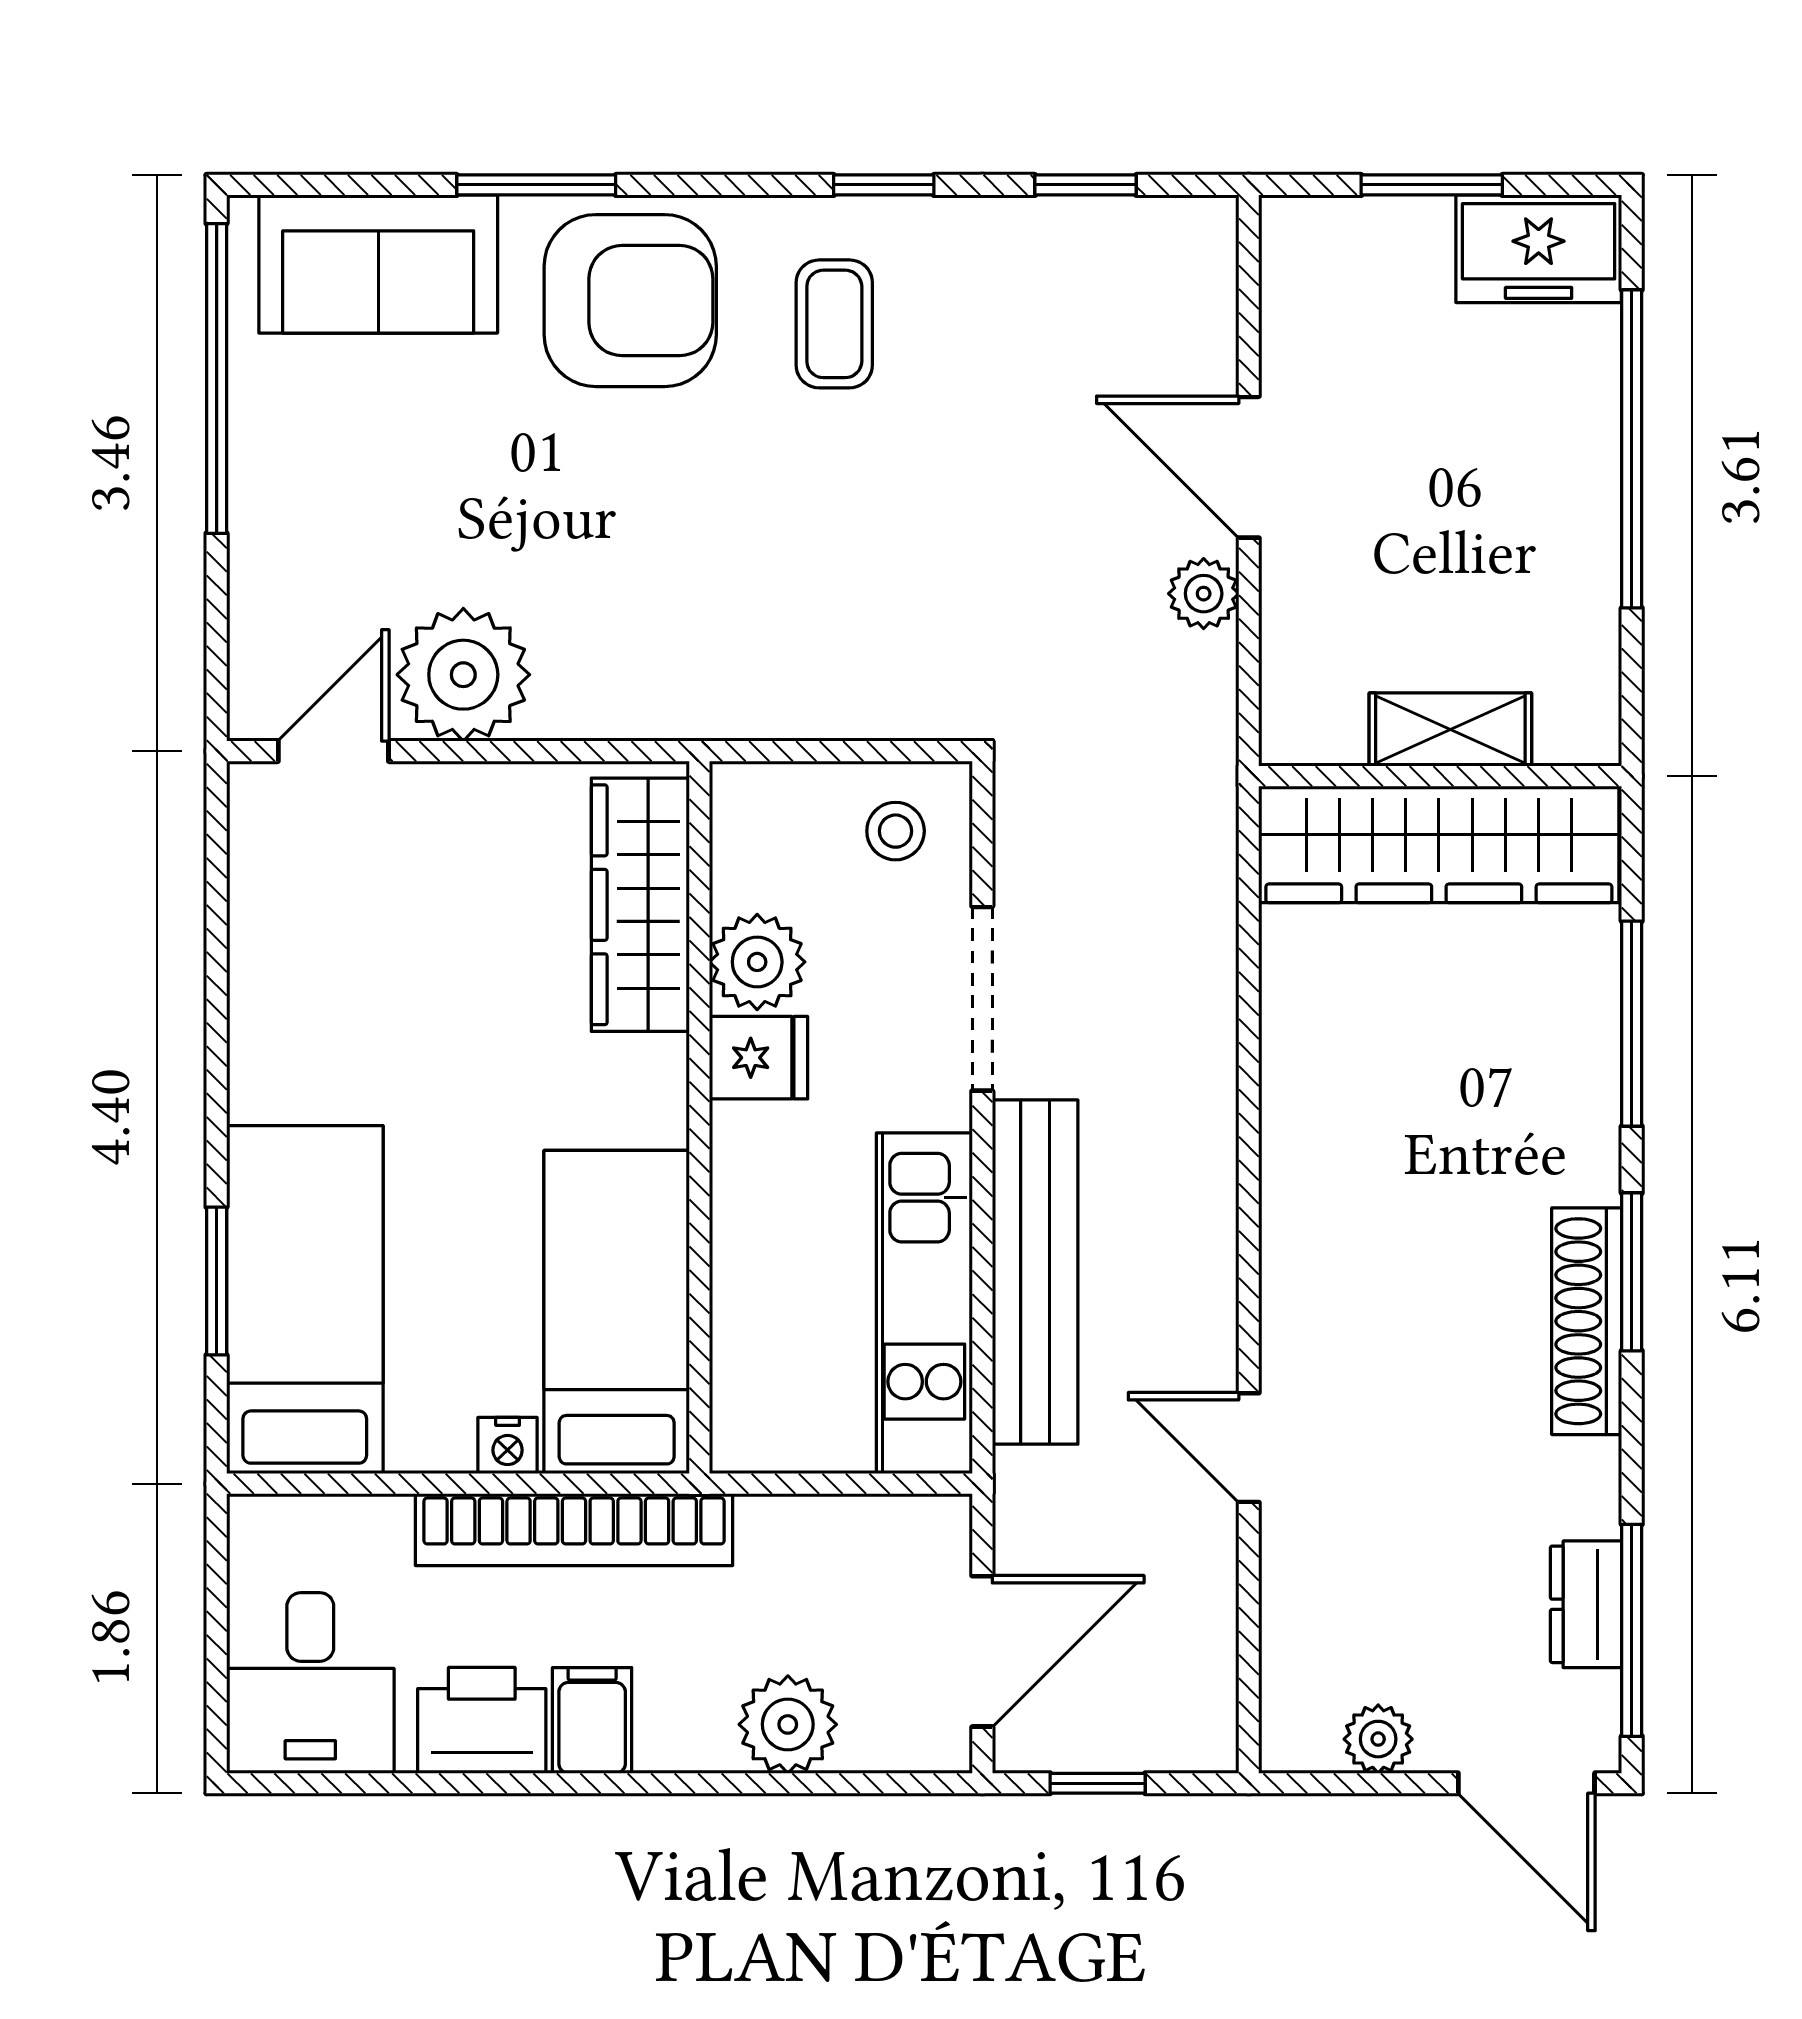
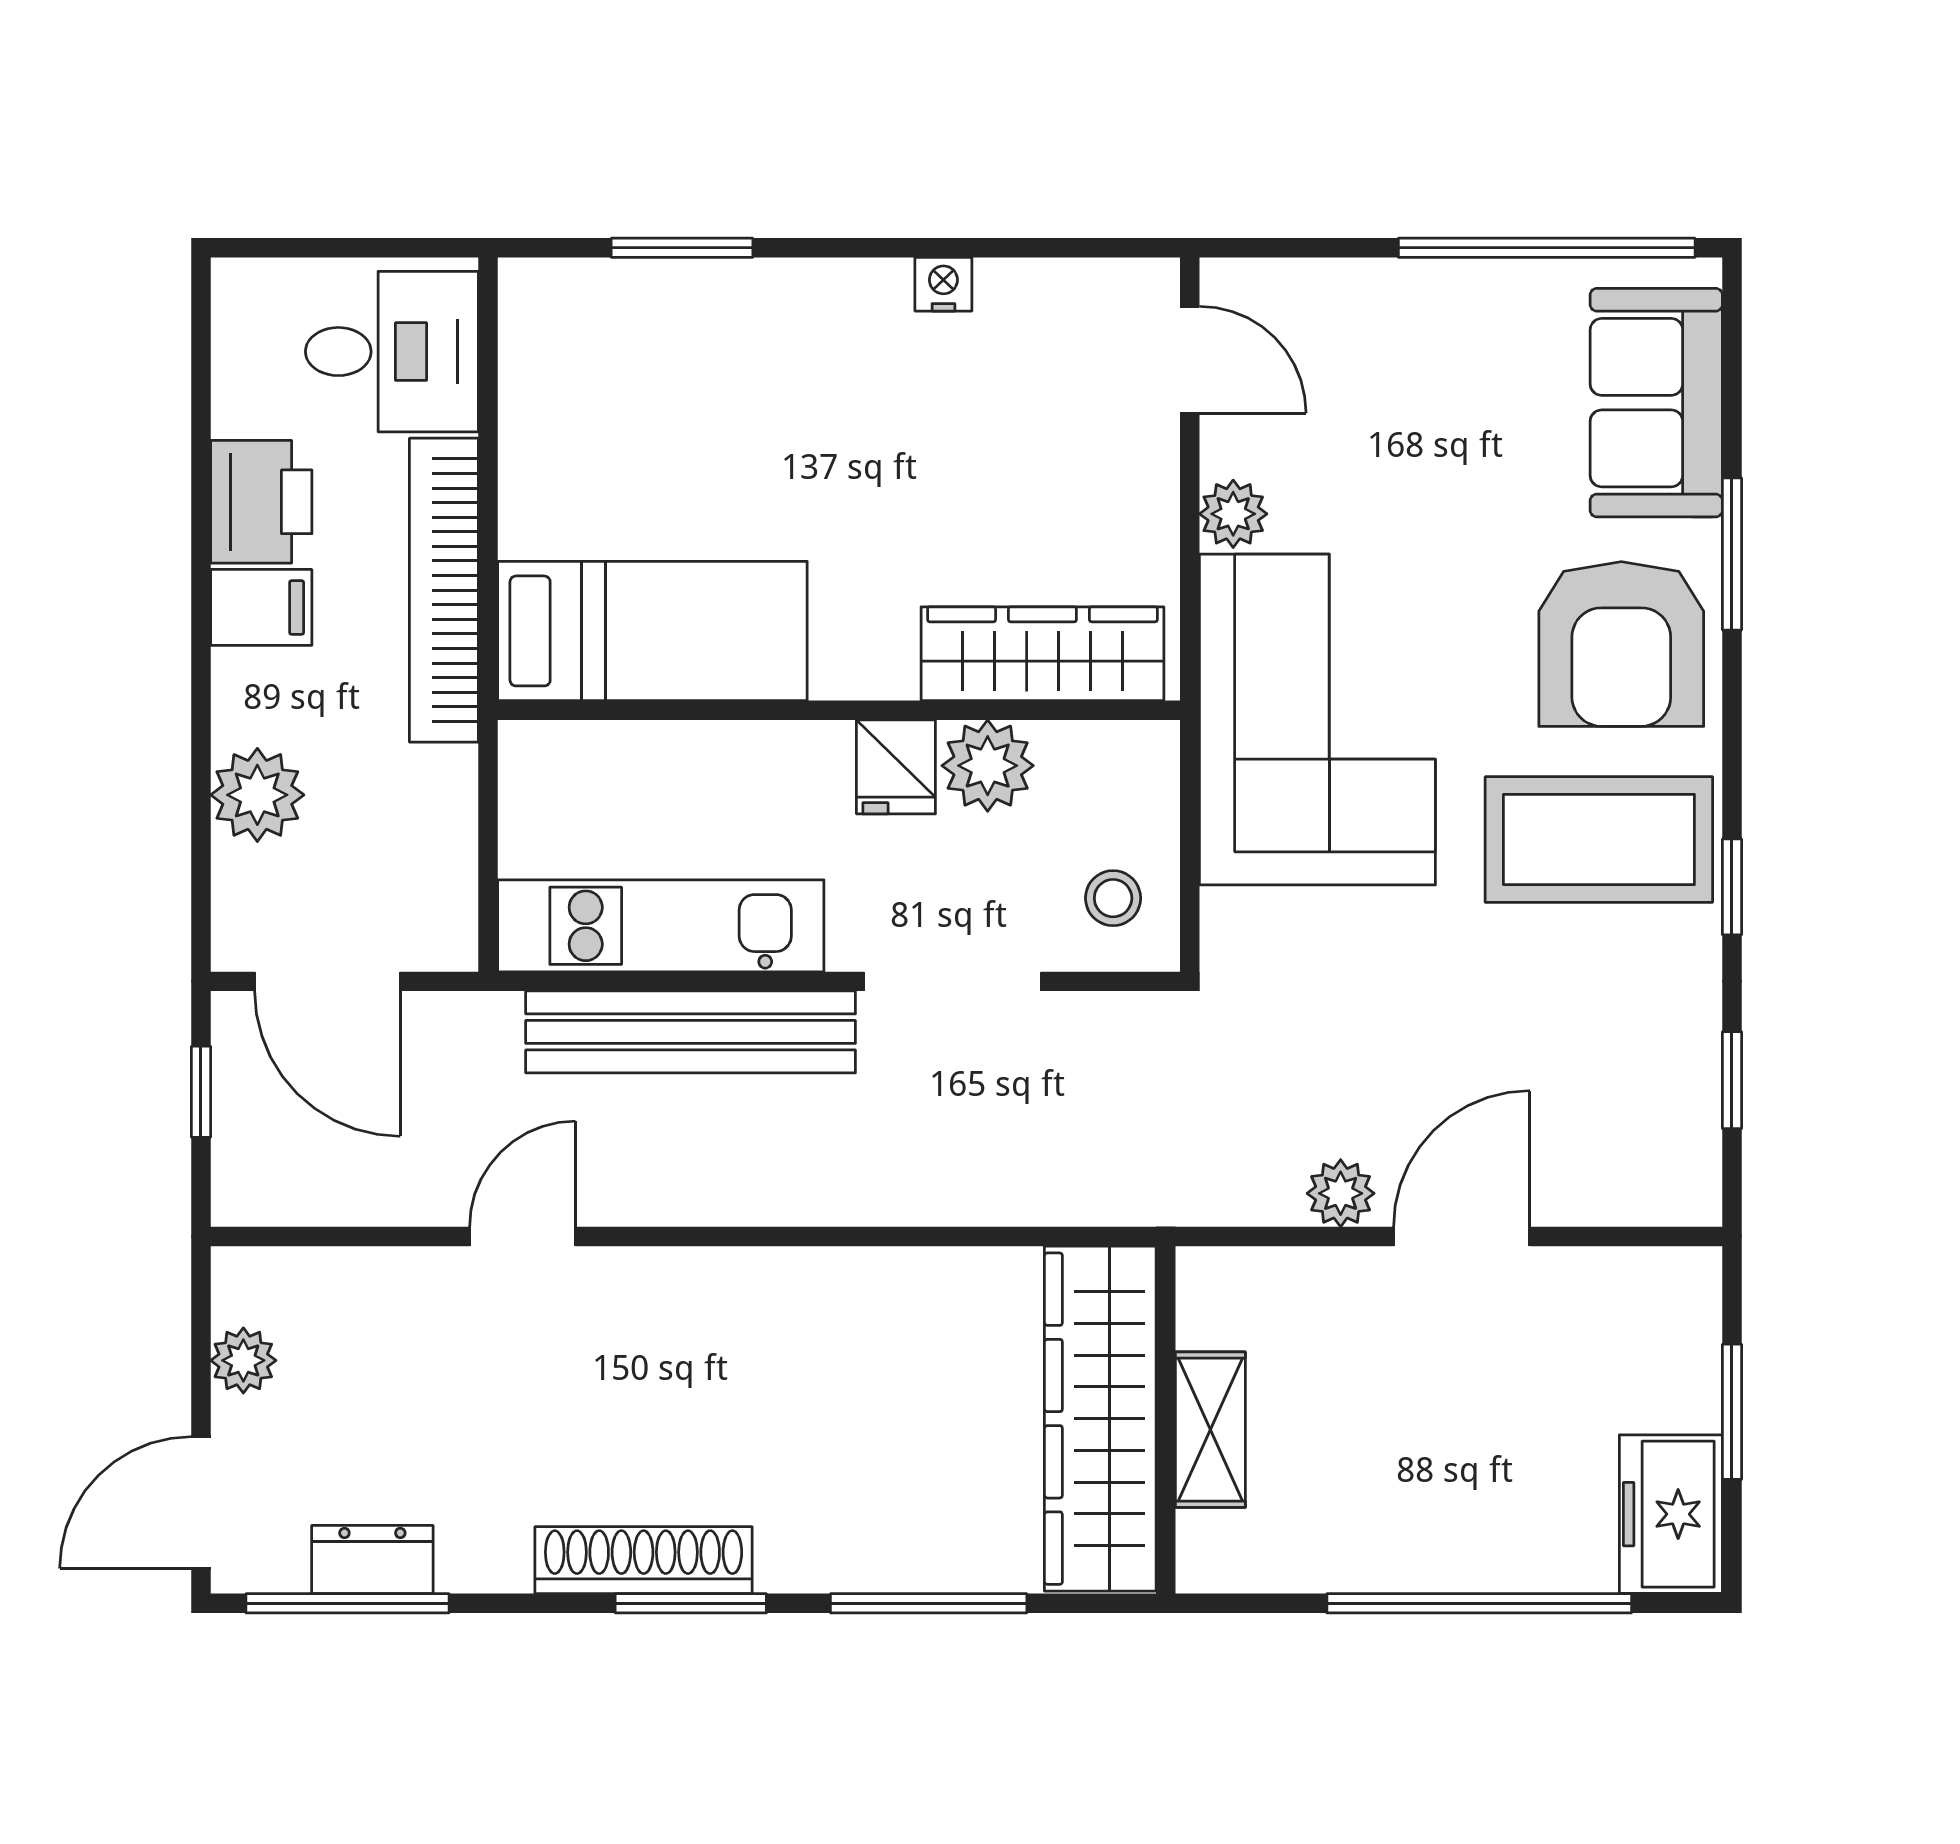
coffee table: (834, 324) -> (1599, 839), width x1.86, depth x1.72
corner sofa: (709, 618) -> (1317, 720), added
plant: (463, 675) -> (1233, 514), width x0.53, depth x0.53
bed: (305, 1300) -> (664, 332), removed
nightstand: (508, 1446) -> (943, 284), moved, turned 90
desk: (310, 1683) -> (392, 352), moved, turned 180

